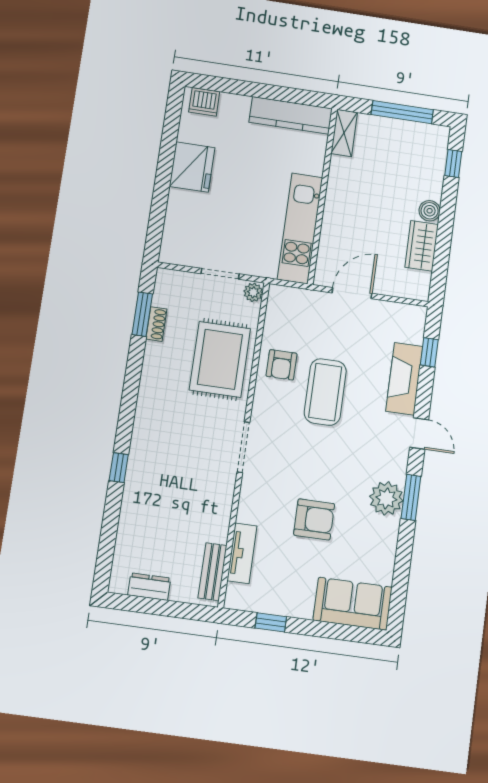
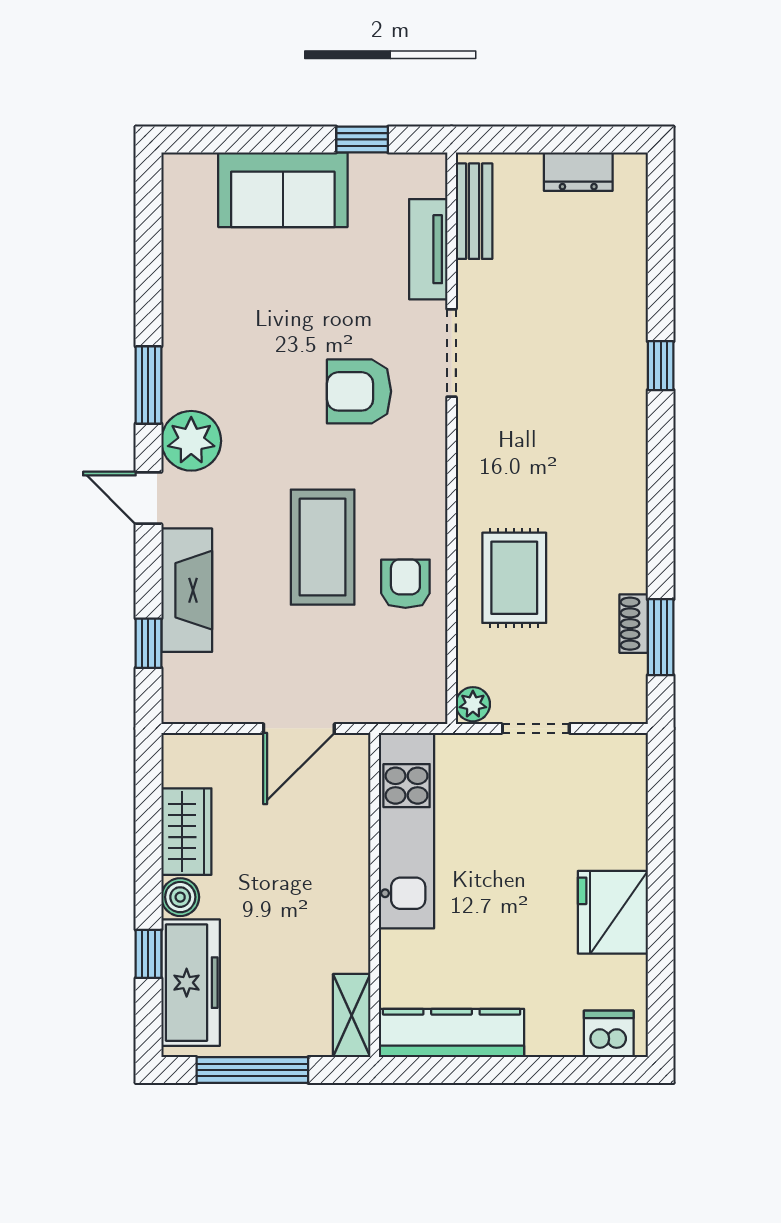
freezer: (430, 164) -> (191, 983), added
window: (453, 164) -> (148, 954), moved
rug: (220, 359) -> (514, 578), width x0.73, depth x0.70
doorway: (243, 447) -> (452, 353), moved
plant: (386, 498) -> (191, 441), moved
armchair: (314, 519) -> (359, 391), moved
sofa: (353, 604) -> (283, 190), moved

